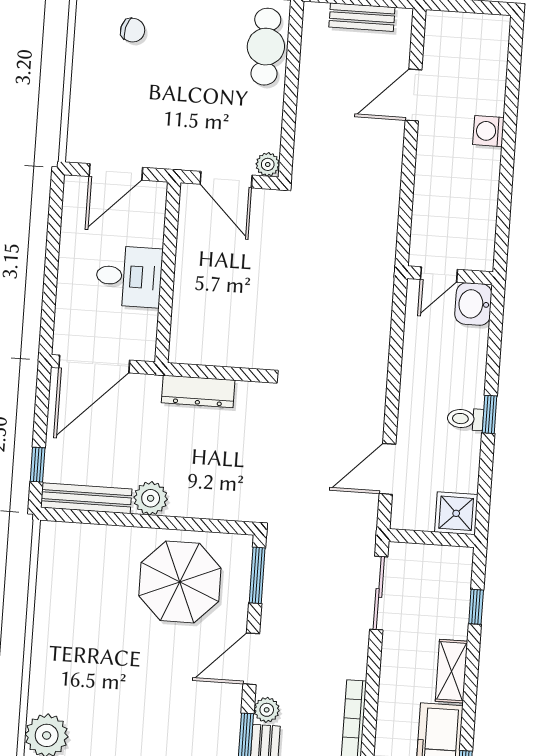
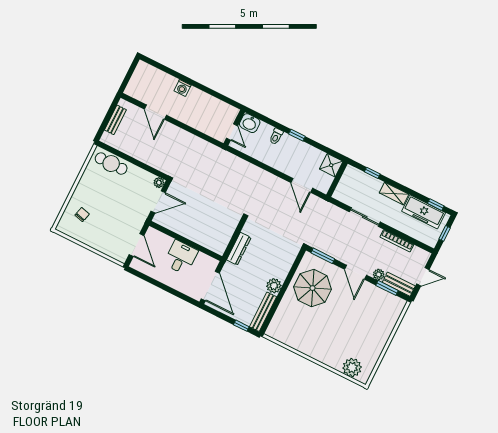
toilet: (465, 419) -> (276, 136), moved
sliding door: (379, 593) -> (365, 217), moved

